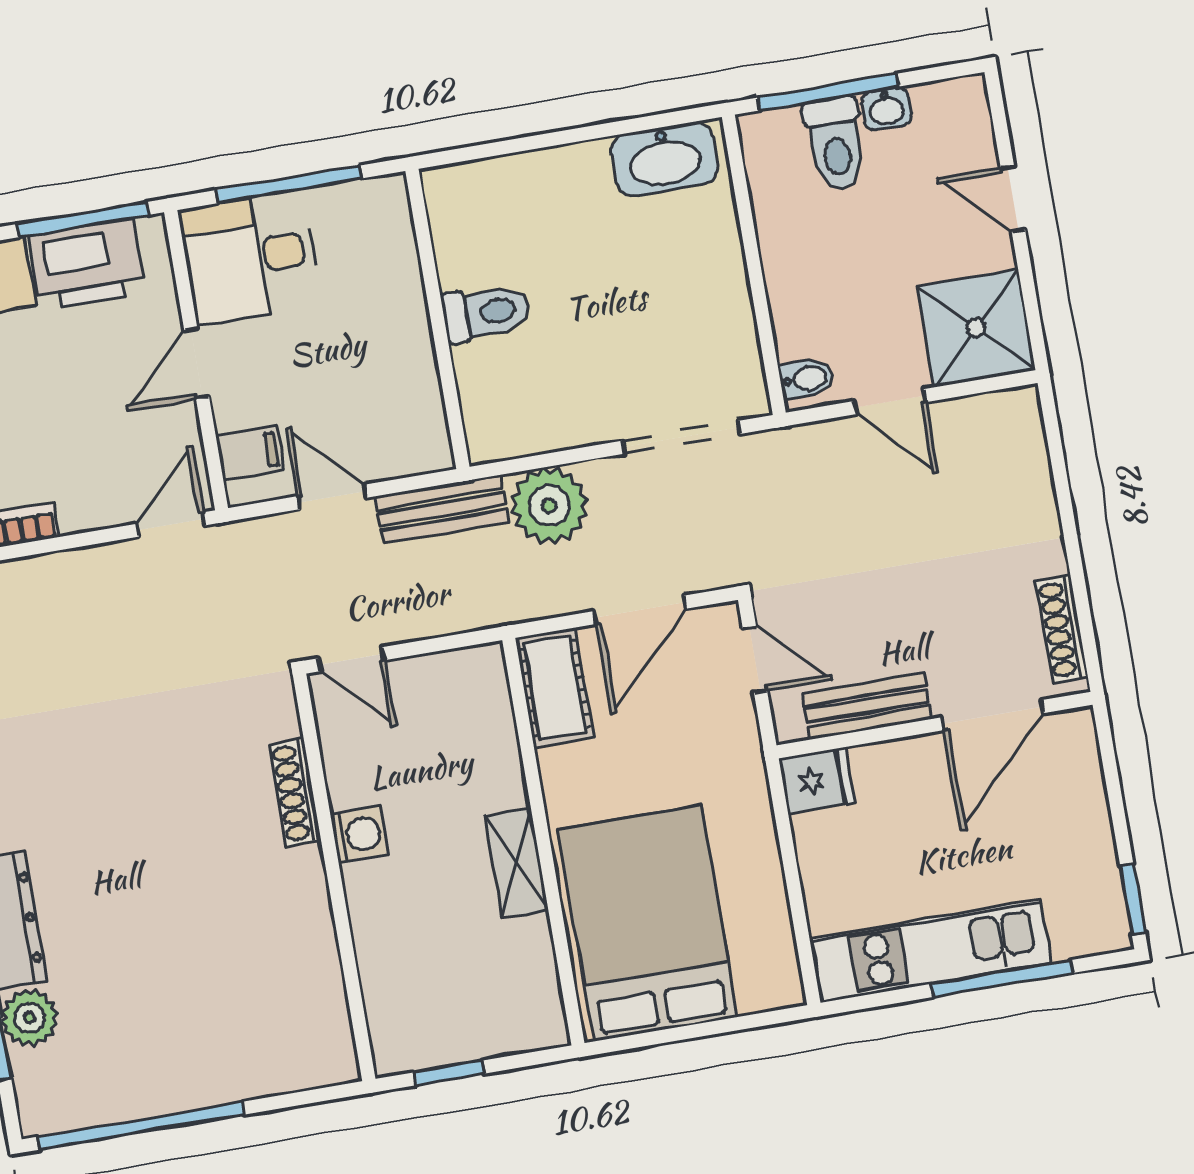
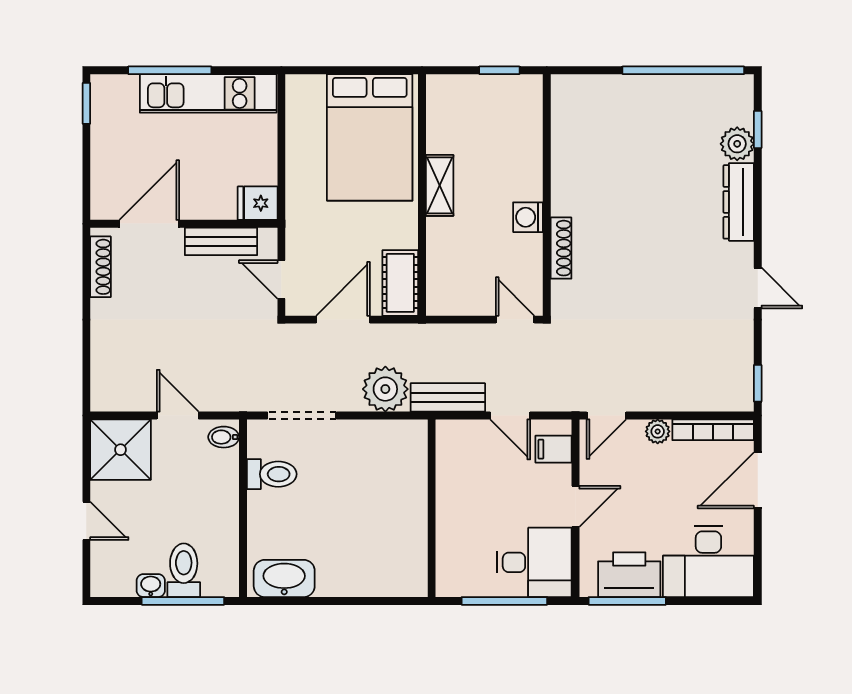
toilet: (486, 313) -> (272, 474), moved, turned 180
plant: (80, 512) -> (658, 431), added

